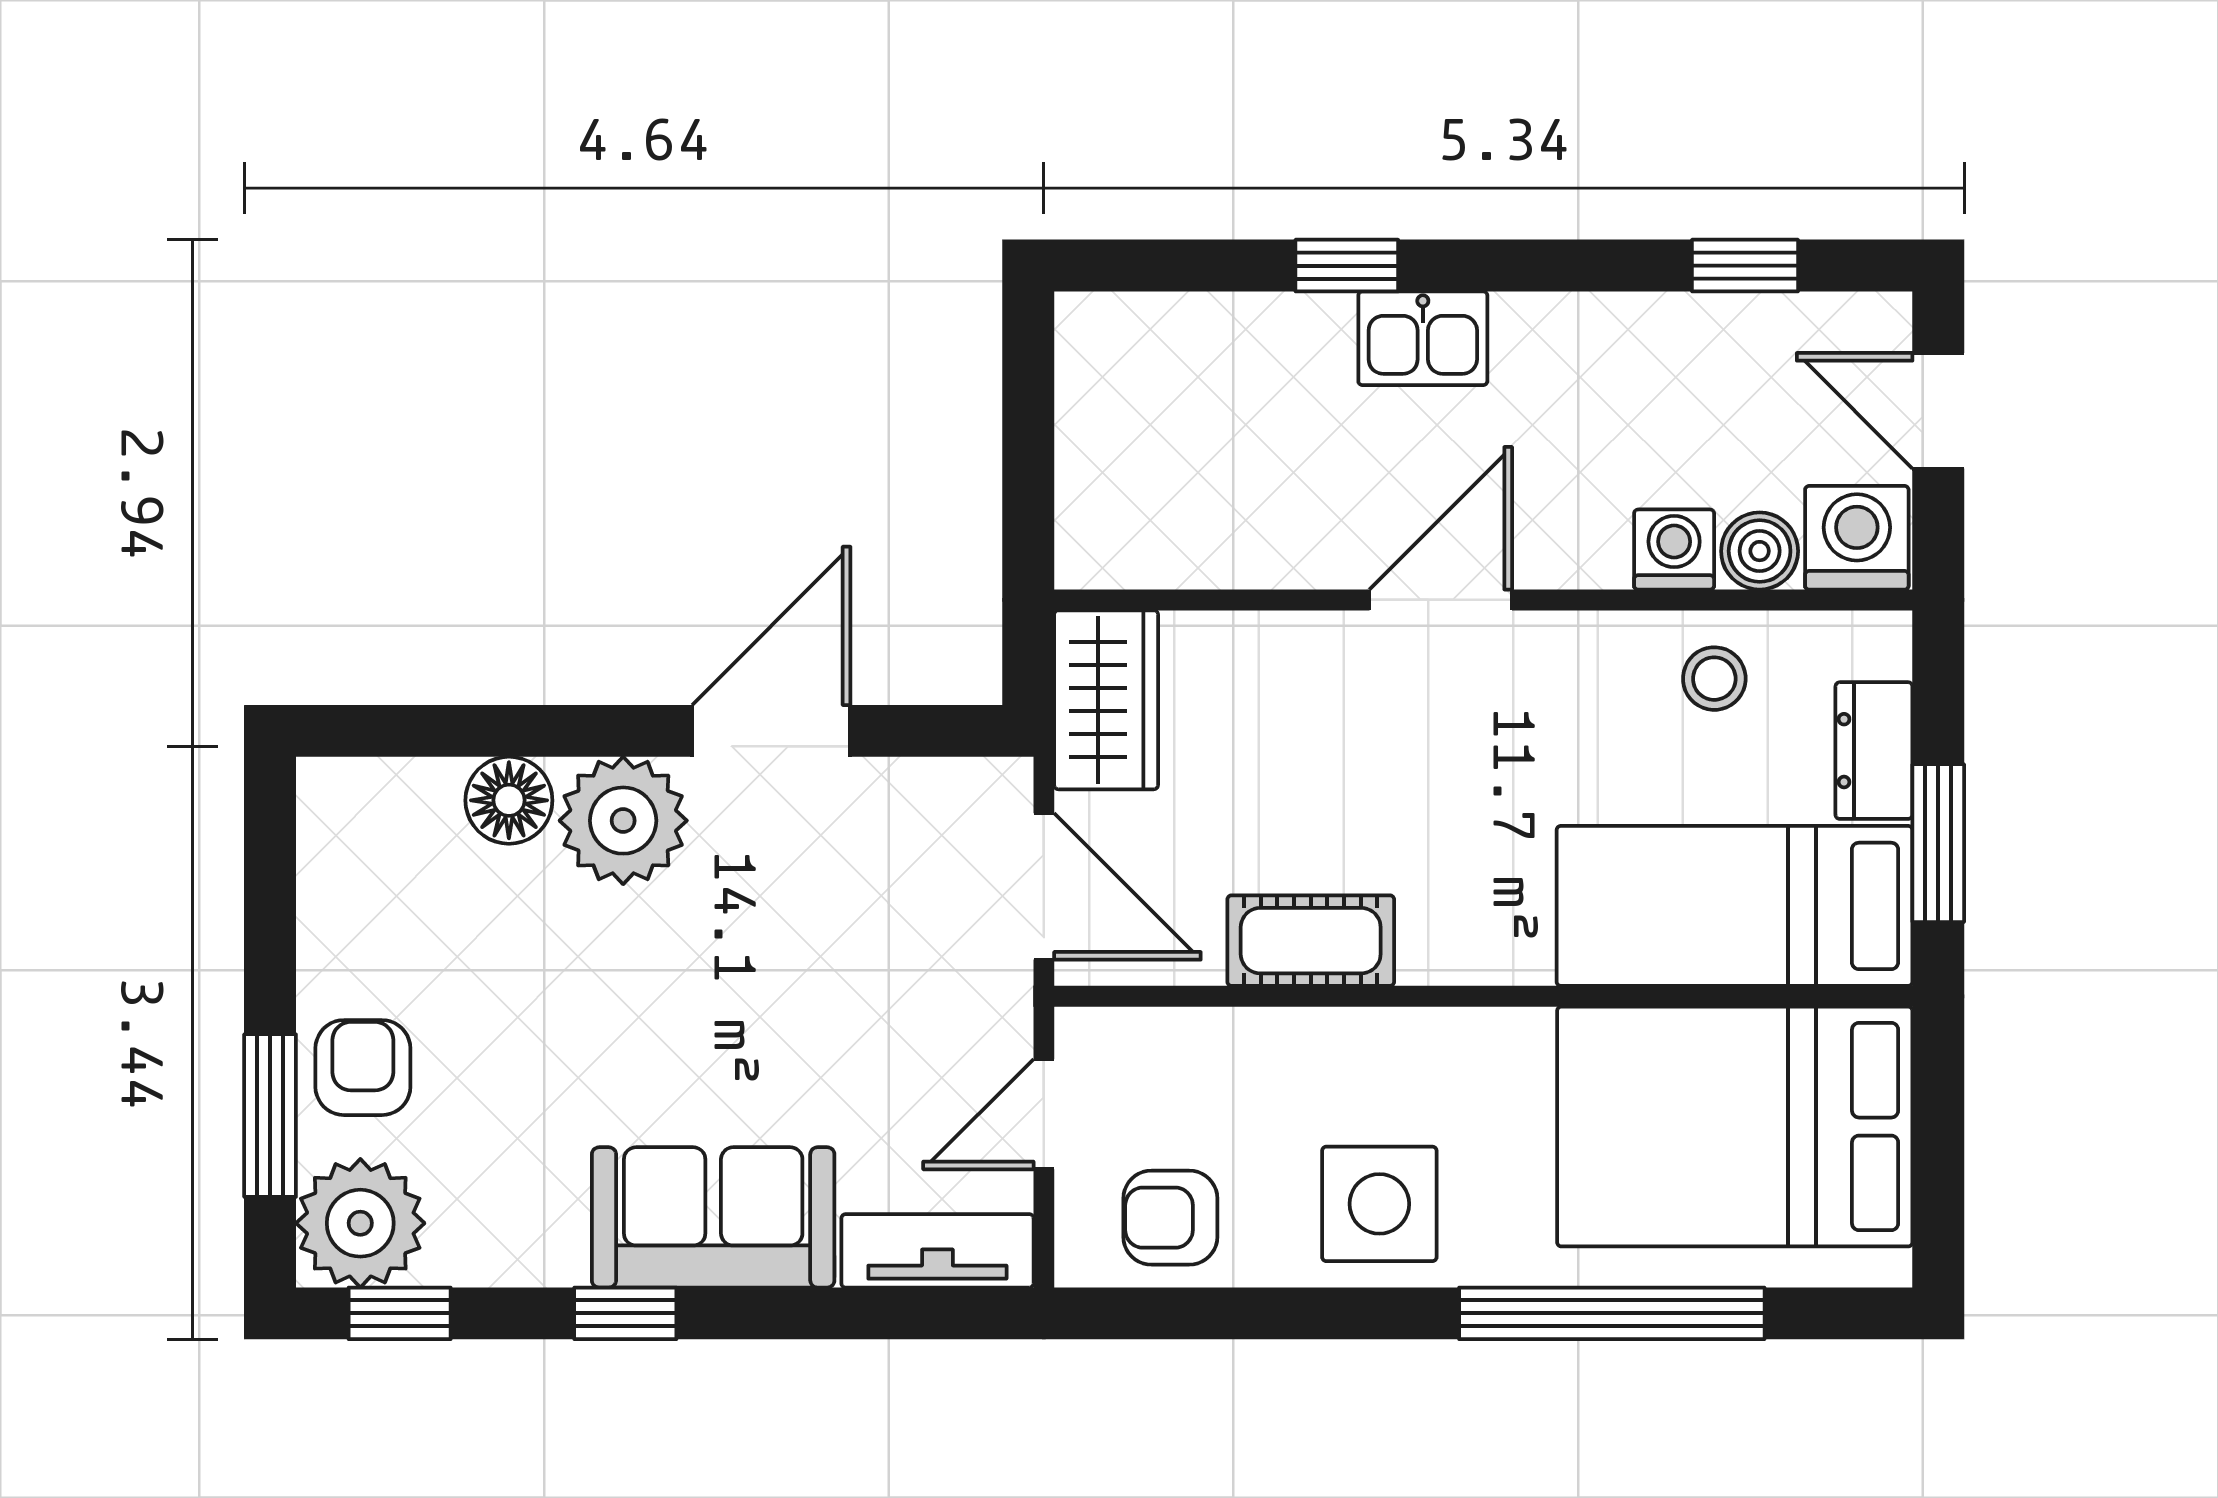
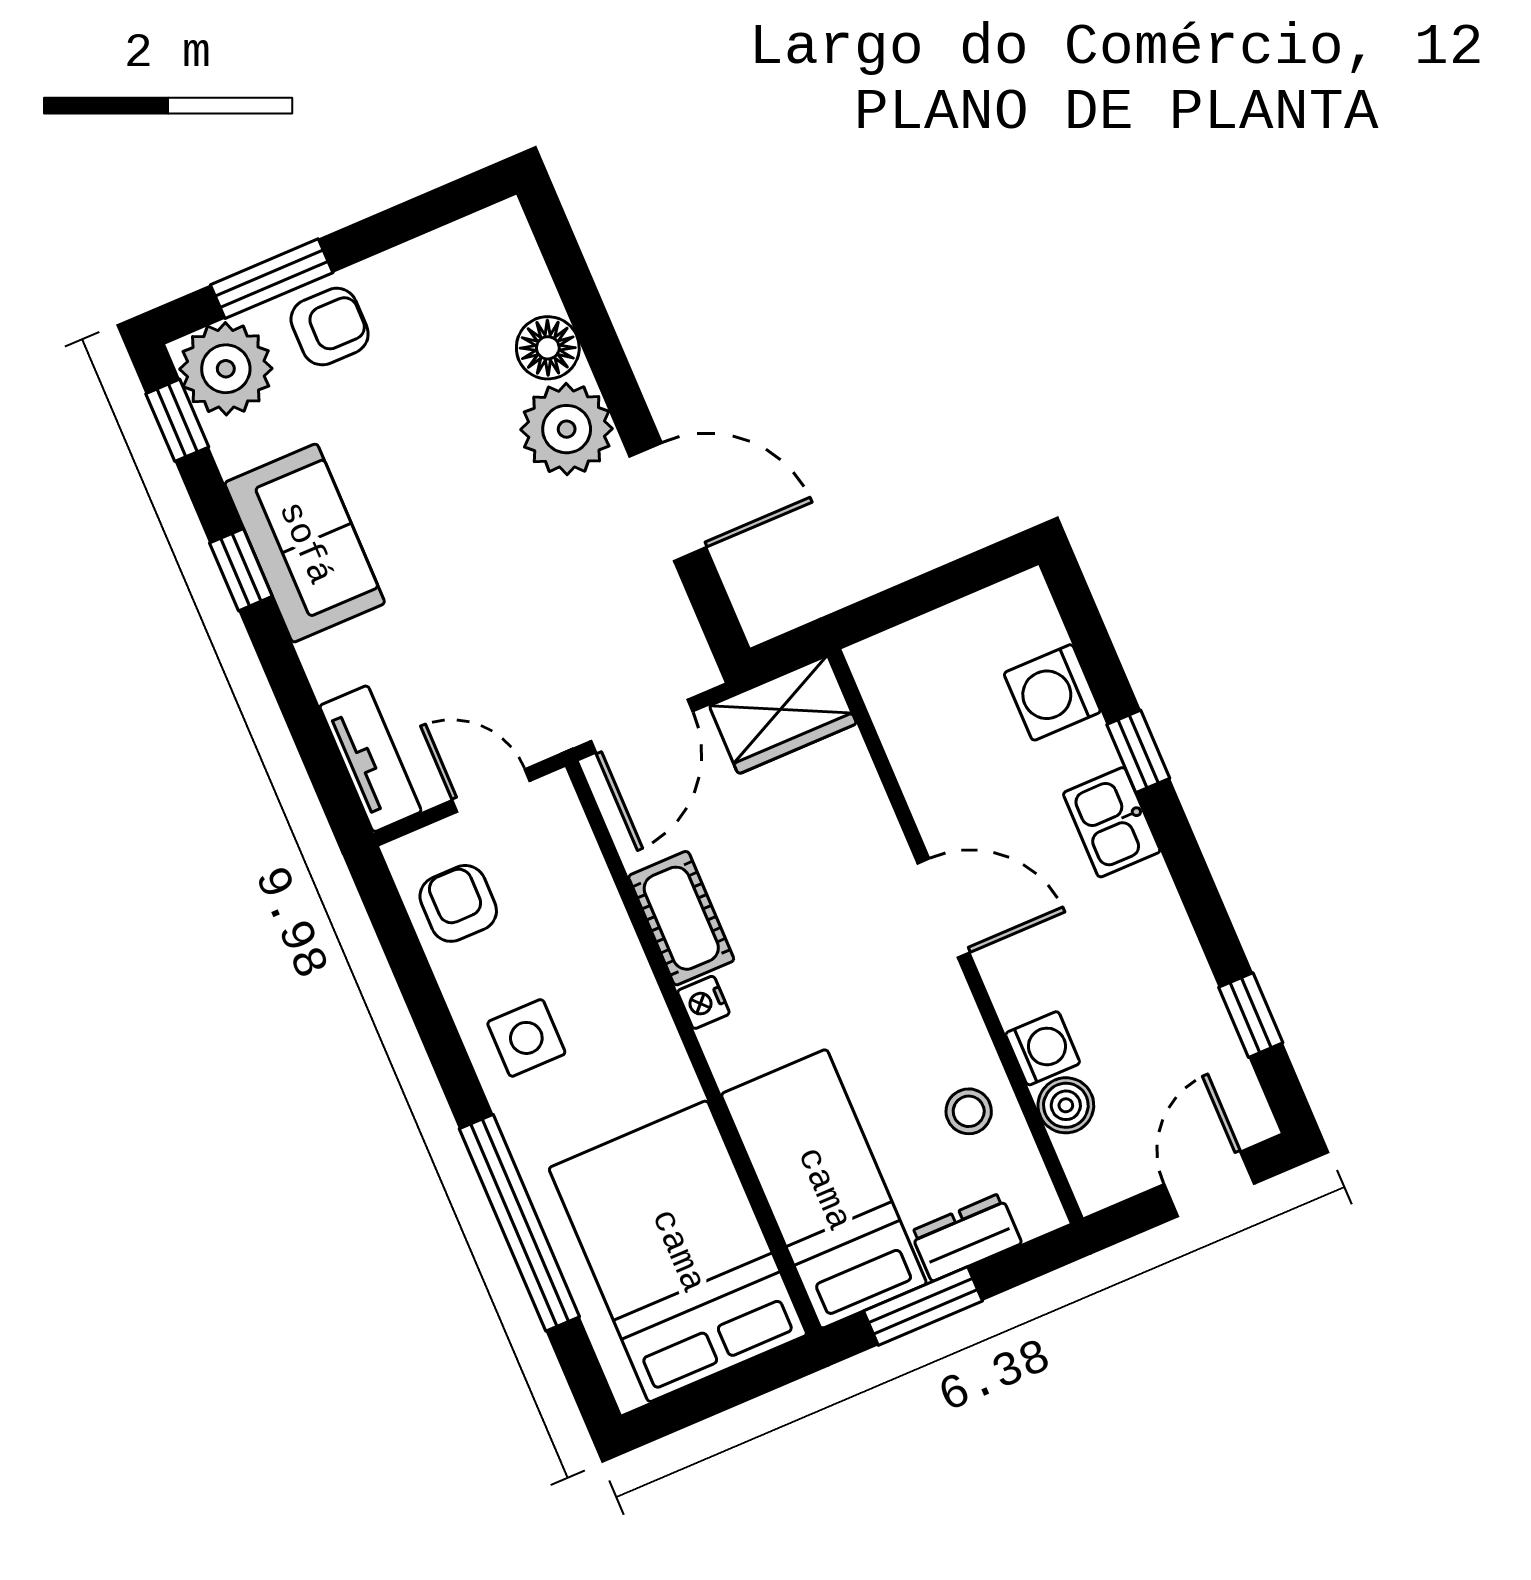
washing machine: (1857, 538) -> (1052, 692), moved, turned 180
nightstand: (1430, 958) -> (703, 1002), added
side table: (1379, 1204) -> (526, 1038), width x0.73, depth x0.73
sofa: (713, 1217) -> (305, 543), moved

